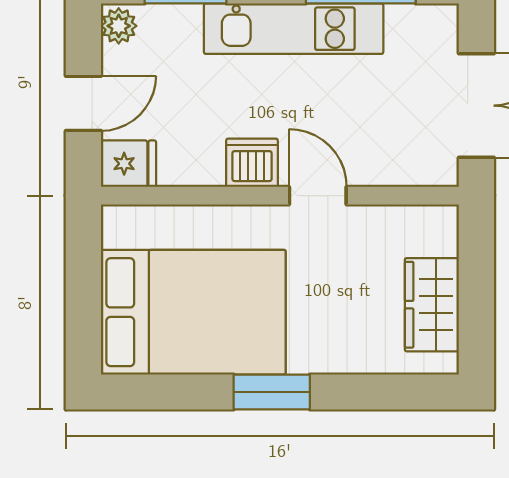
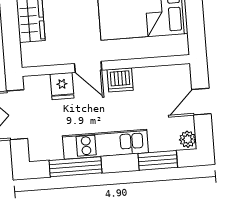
fridge: (129, 164) -> (62, 86), moved, turned -90

